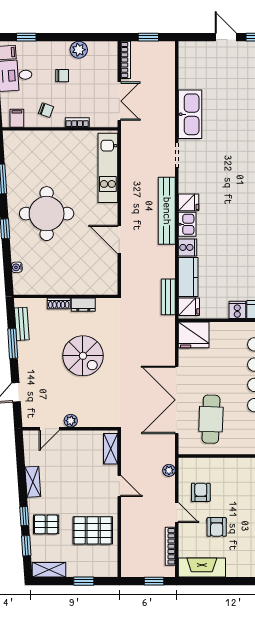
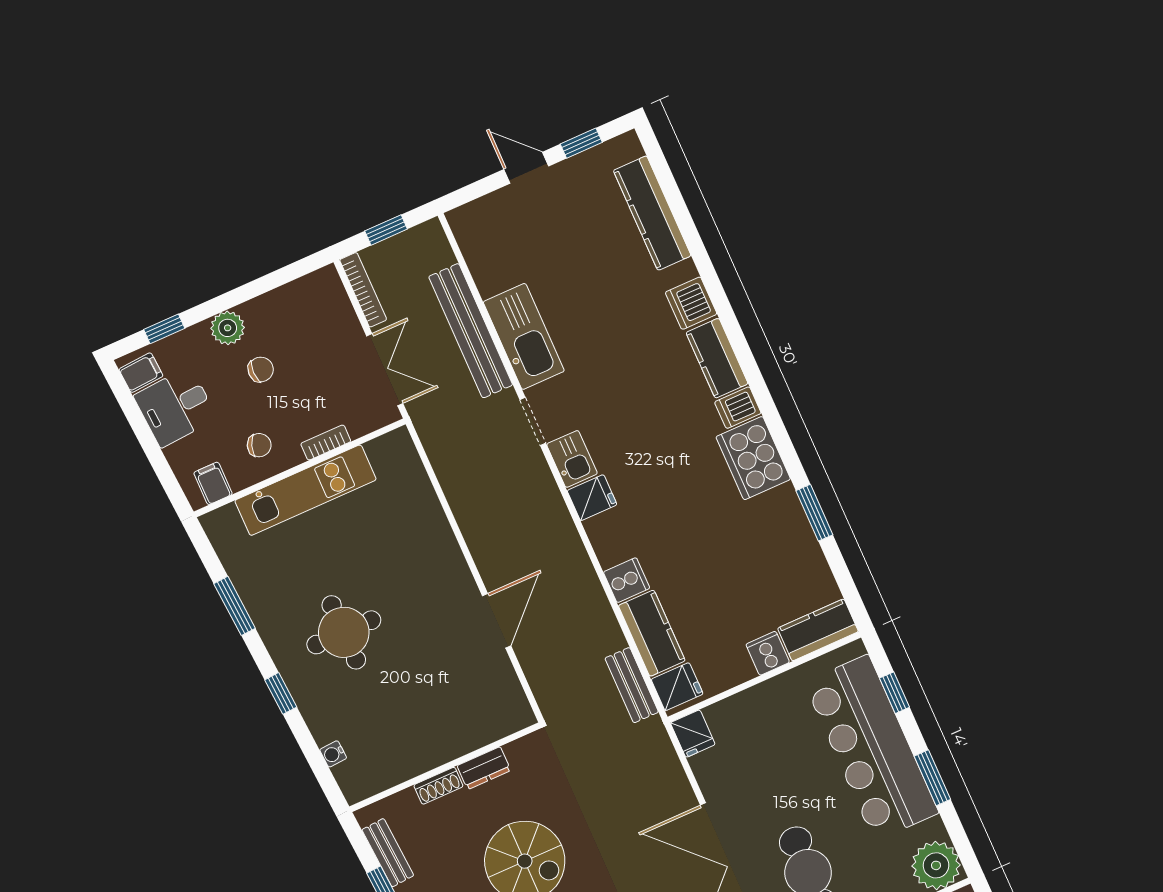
plant: (79, 50) -> (228, 328), moved
kitchen unit: (108, 168) -> (306, 490), moved, turned -90
bench: (167, 211) -> (471, 331), moved
round table: (47, 214) -> (344, 632), width x0.73, depth x0.73
kitchen sink: (187, 224) -> (572, 459), moved
door: (119, 240) -> (497, 621), swing flipped
fridge: (194, 335) -> (693, 734), width x0.53, depth x0.75

